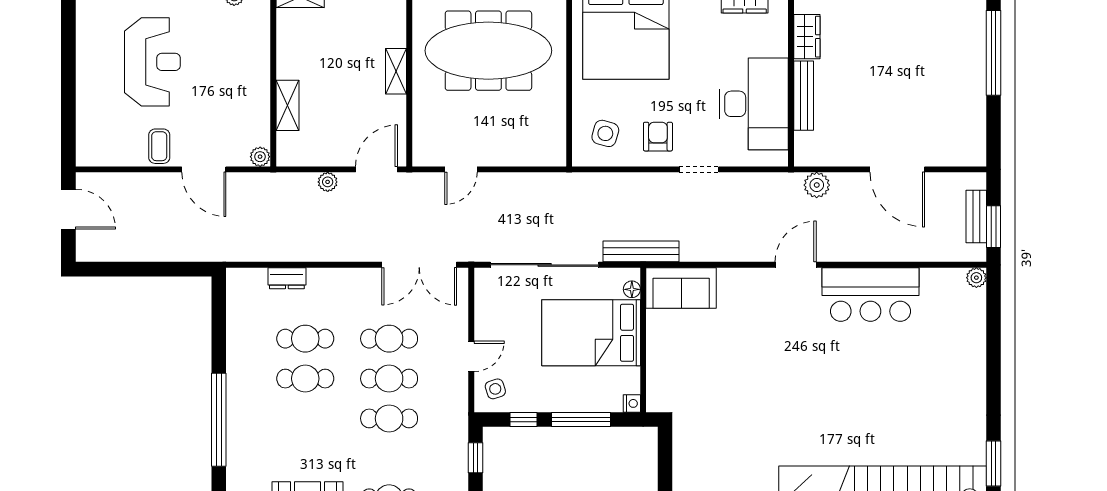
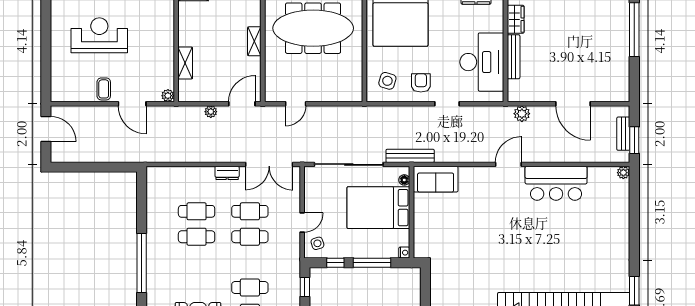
reception desk: (152, 62) -> (99, 35), turned -90
dresser: (287, 278) -> (227, 173), moved
cafe table: (389, 418) -> (250, 288), moved

